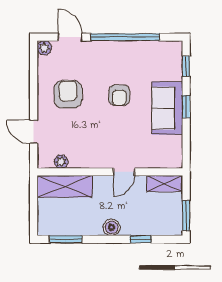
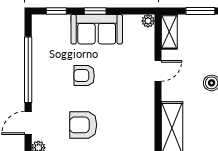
armchair: (119, 95) -> (84, 76), turned 180
plant: (61, 162) -> (148, 21), moved
door: (124, 172) -> (158, 71), hinge flipped

